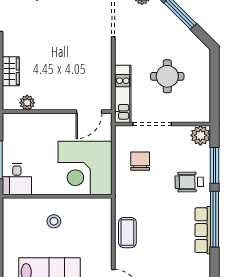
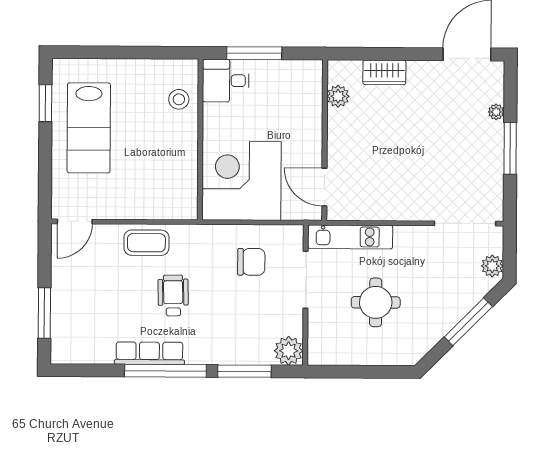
wheelchair: (189, 182) -> (173, 295), moved
stool: (54, 221) -> (179, 99), moved

